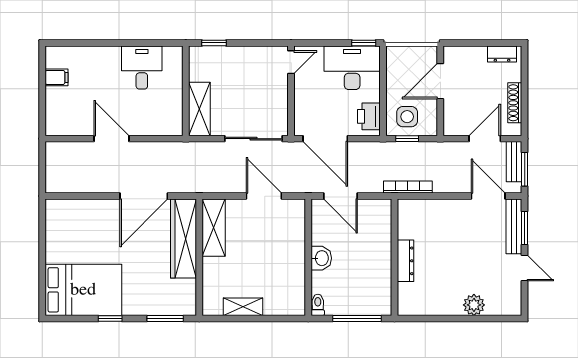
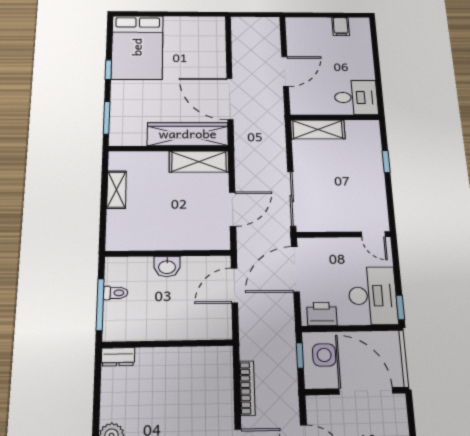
door: (440, 81) -> (366, 391), width x1.36
wall: (186, 91) -> (335, 117), moved
shelving: (199, 109) -> (318, 129), moved
bookcase: (408, 187) -> (247, 388), moved
dresser: (405, 261) -> (118, 357), moved, width x0.70
toilet: (318, 305) -> (116, 293), moved

